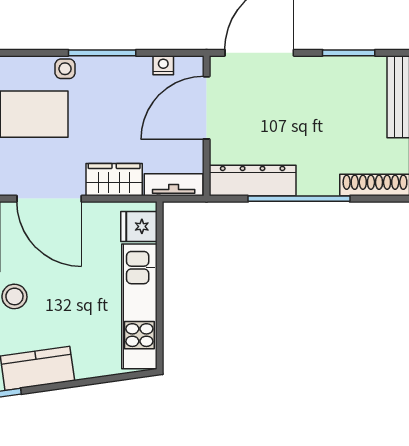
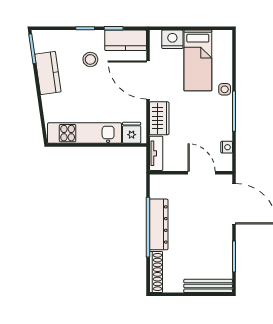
door: (207, 108) -> (202, 173), width x0.73
dresser: (253, 181) -> (159, 224), moved
door: (49, 199) -> (148, 80), hinge flipped

